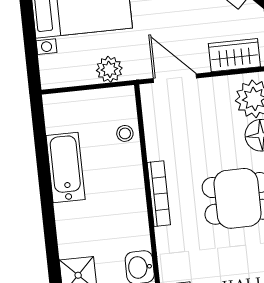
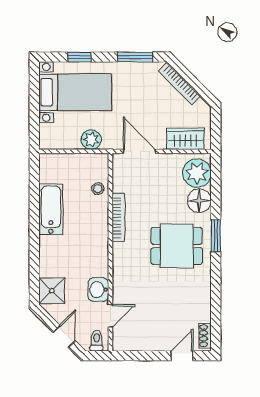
bookcase: (159, 194) -> (118, 217), moved

